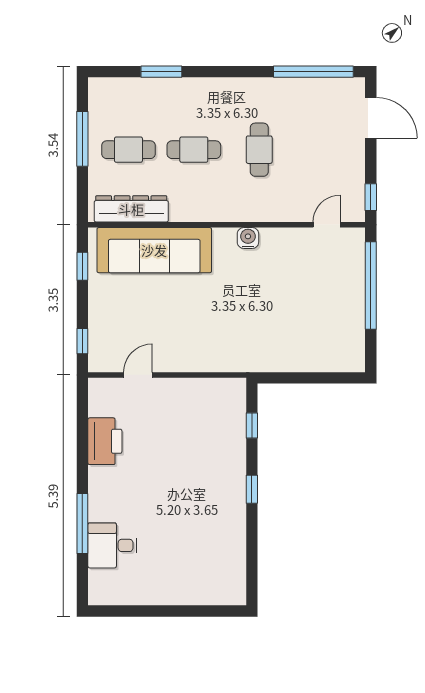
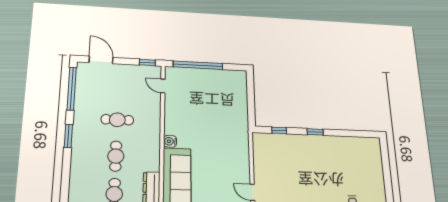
window: (161, 72) -> (68, 136), moved
door: (371, 118) -> (101, 60), hinge flipped
water cooler: (248, 238) -> (170, 141), moved

